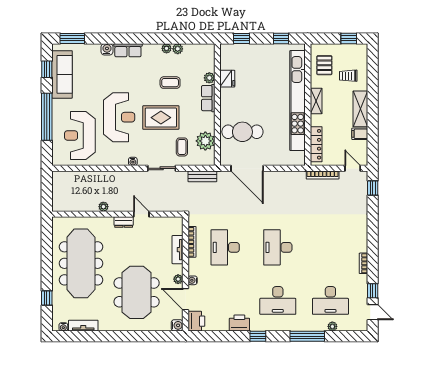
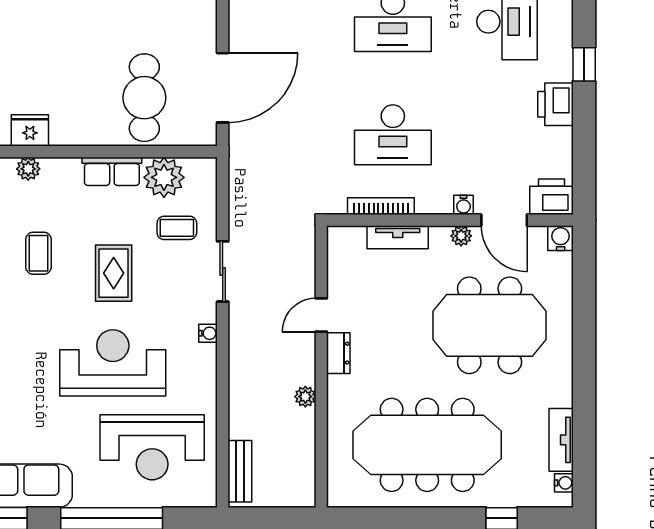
row of seats: (208, 98) -> (112, 171), moved
rug: (161, 118) -> (114, 273), width x0.73, depth x0.70
bench: (202, 176) -> (240, 471), moved
door: (186, 299) -> (504, 220), hinge flipped

